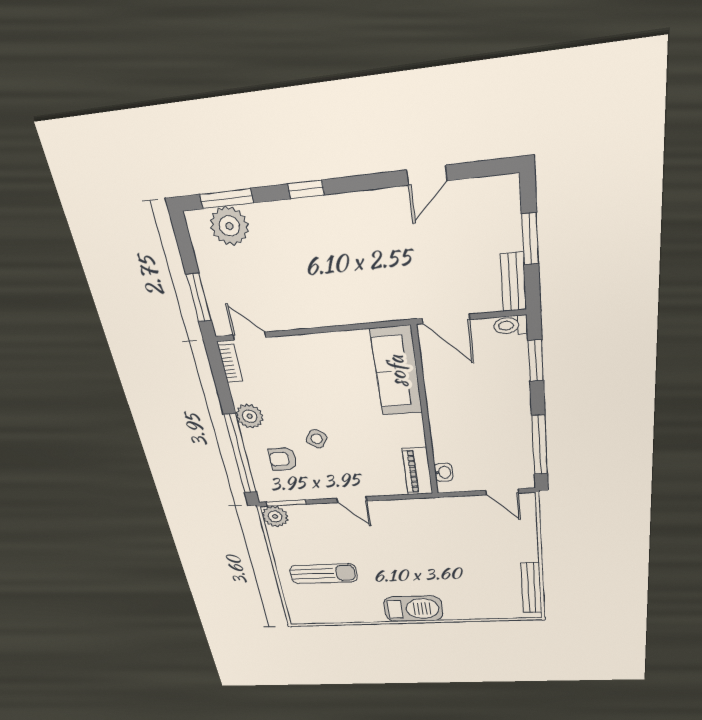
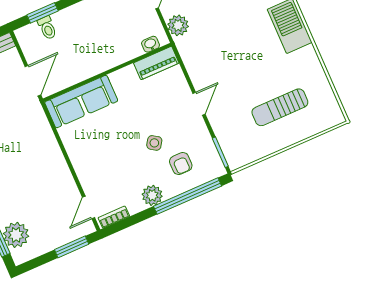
toilet: (511, 325) -> (47, 28), moved
plant: (275, 516) -> (178, 25), moved
sun lounger: (323, 574) -> (280, 107), turned -90

